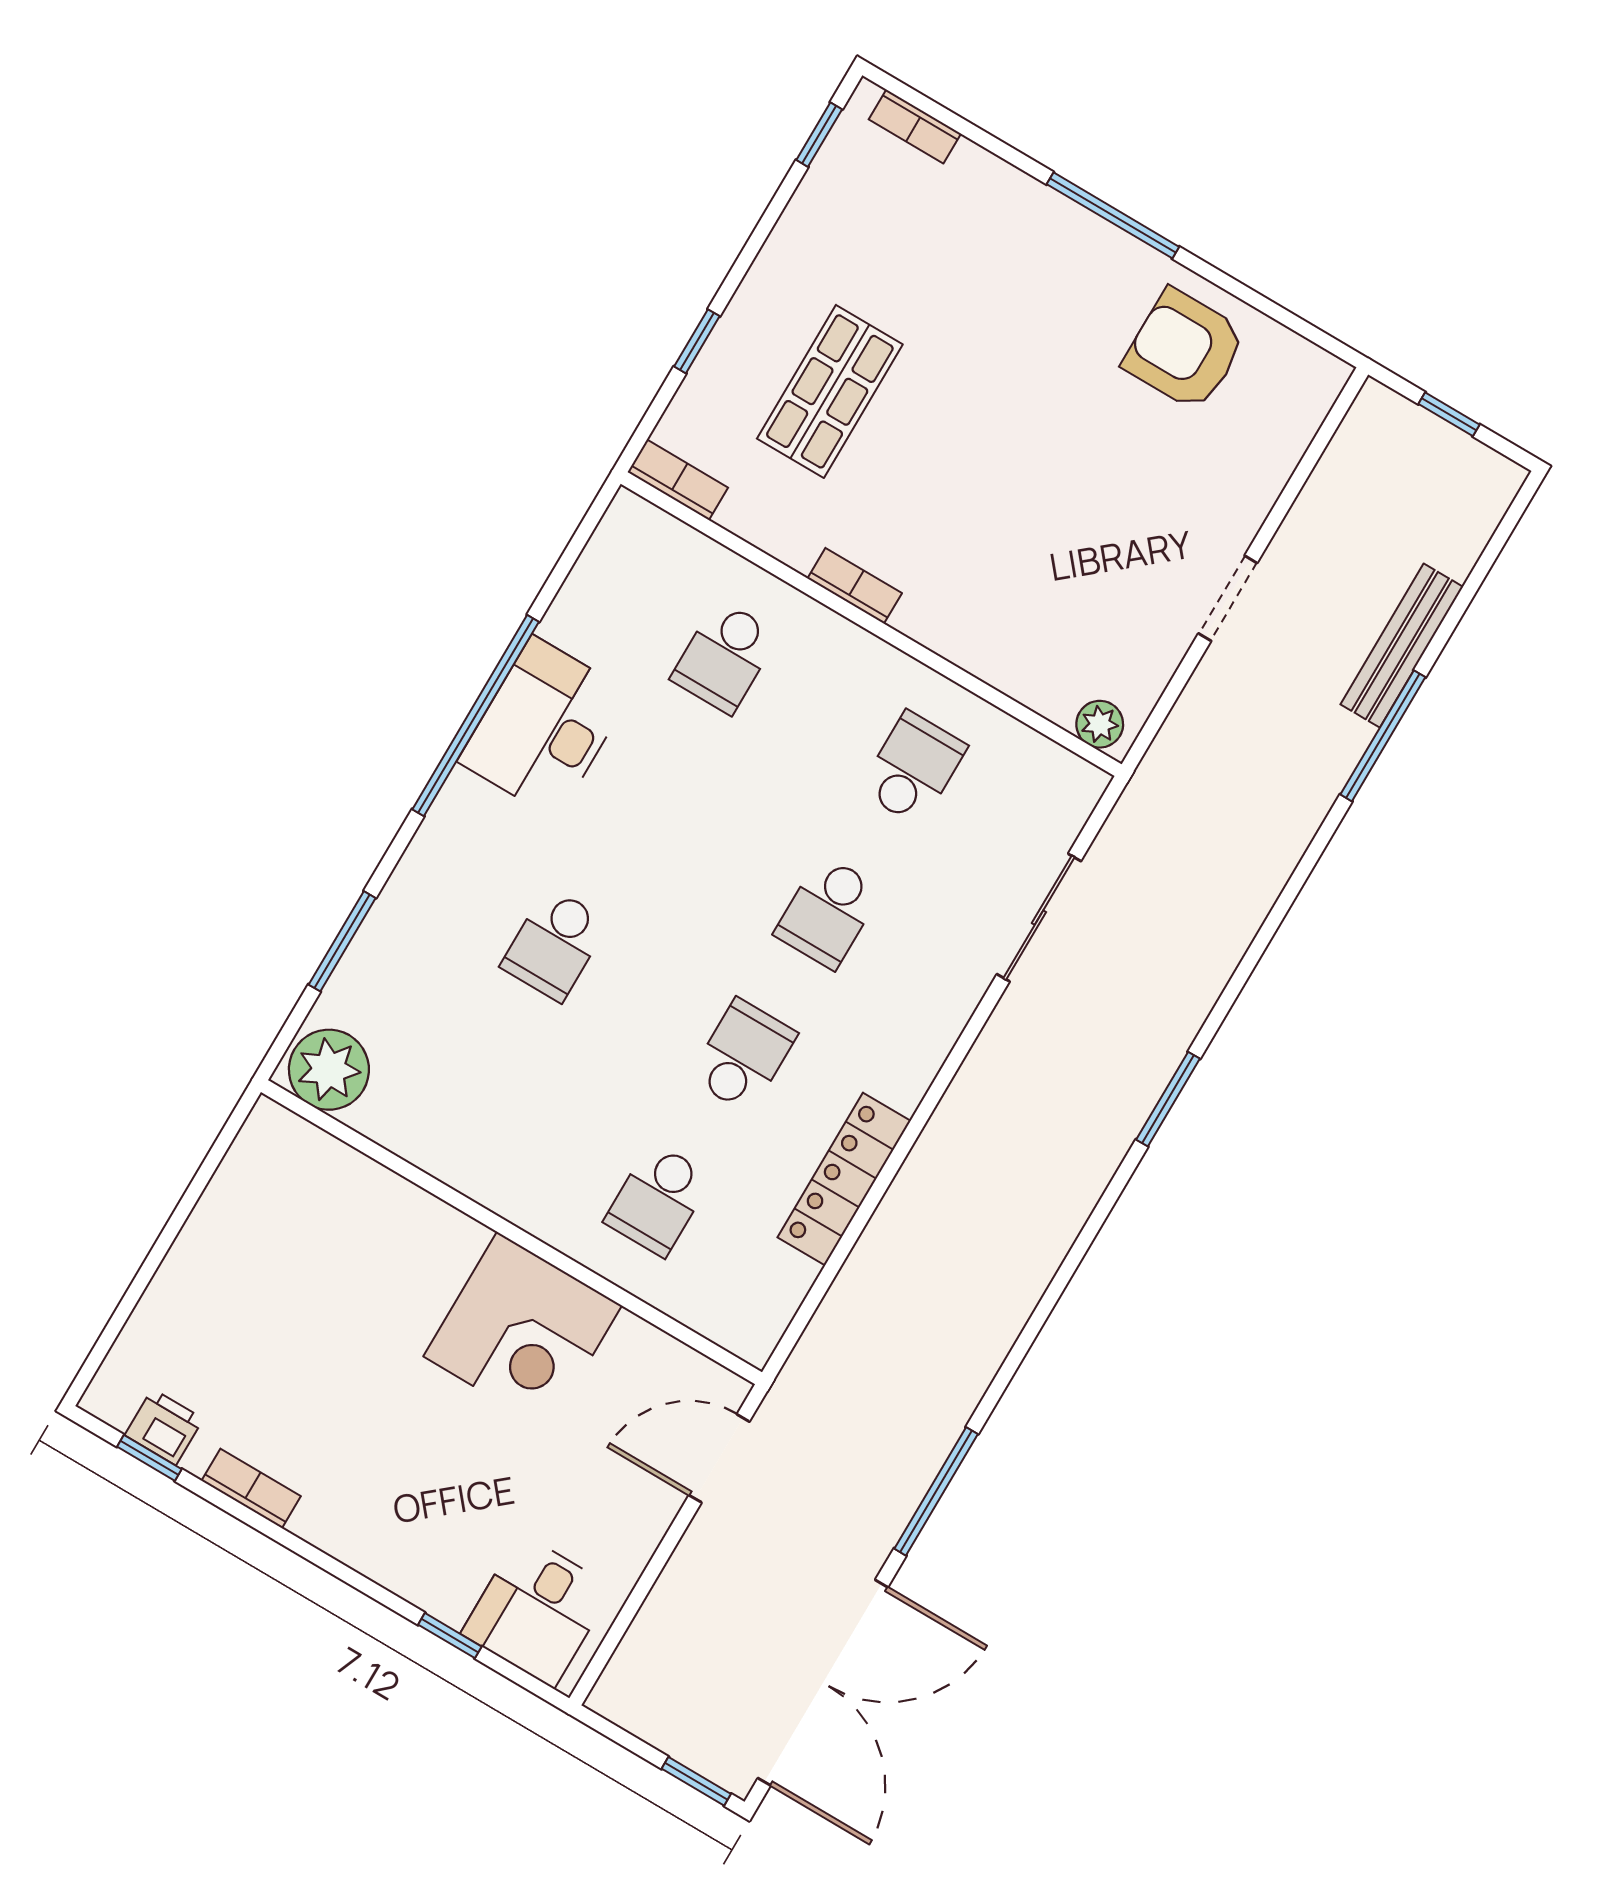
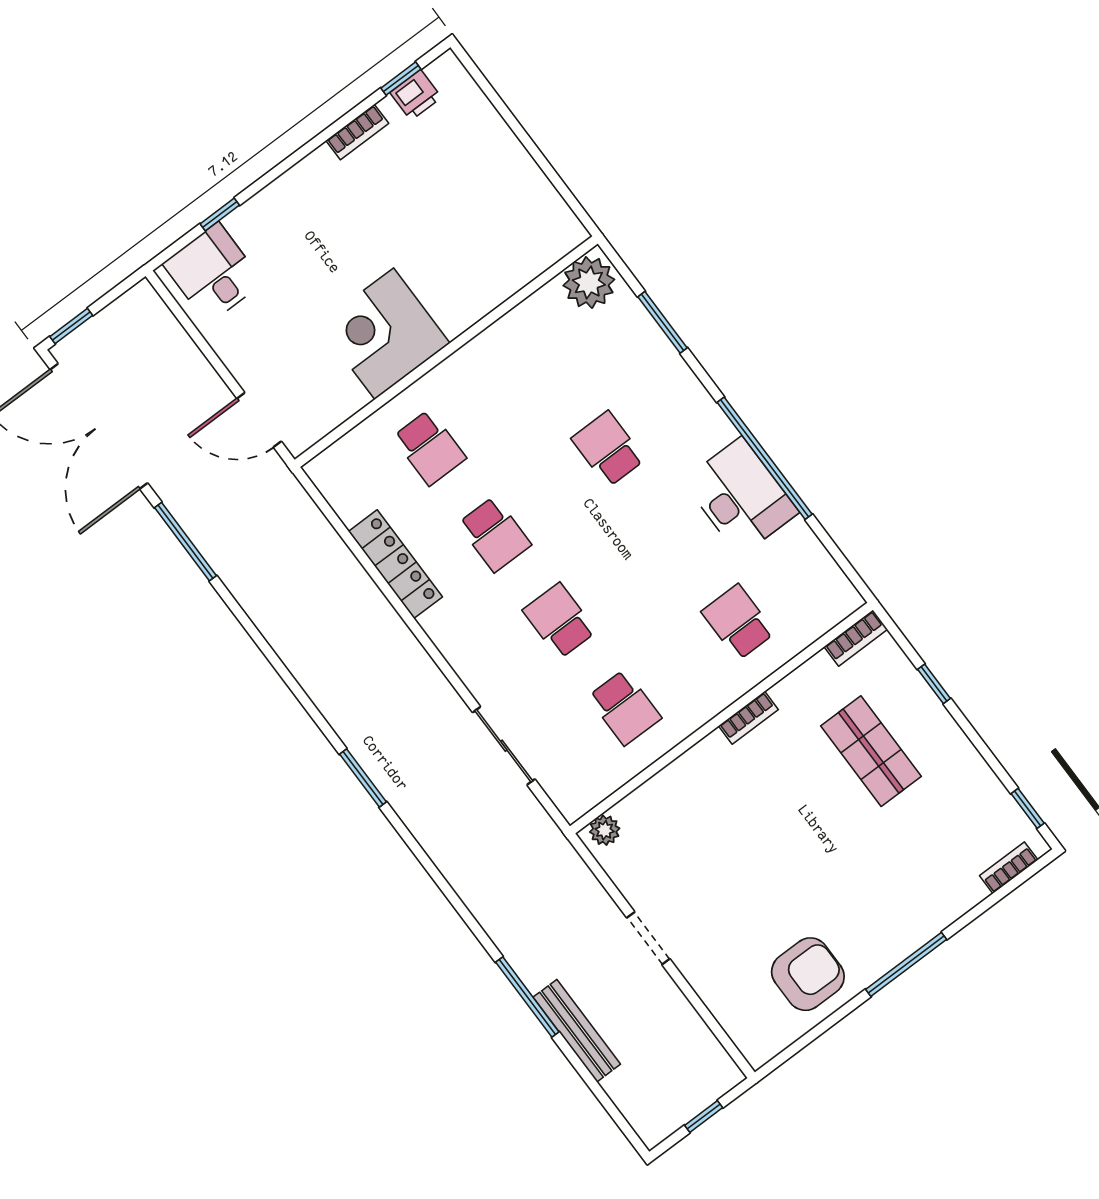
school desk: (658, 1199) -> (429, 448), turned 180
door: (719, 1458) -> (259, 420), swing flipped

